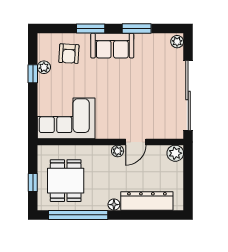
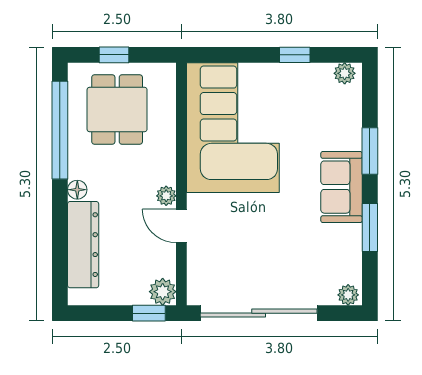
armchair: (69, 54) -> (328, 115), removed
plant: (44, 67) -> (345, 73), moved
corner sofa: (66, 118) -> (233, 128), width x1.36, depth x1.36
window: (188, 161) -> (149, 313), added
dining table: (66, 181) -> (117, 109), turned 90

